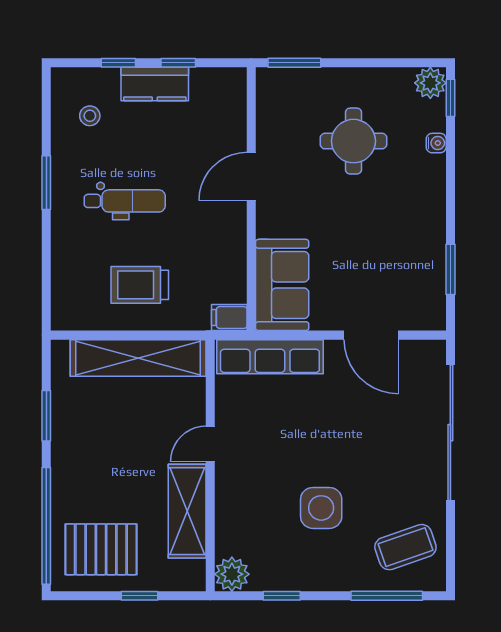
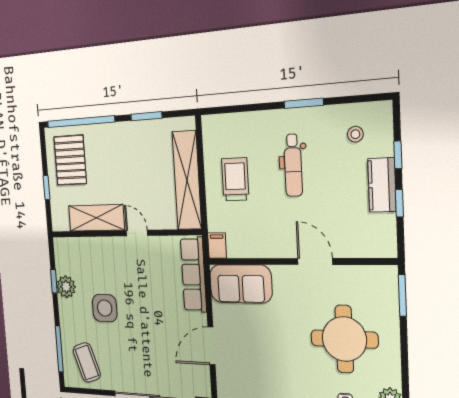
round table: (353, 141) -> (344, 339), width x1.36, depth x1.36
plant: (232, 574) -> (66, 287), moved

